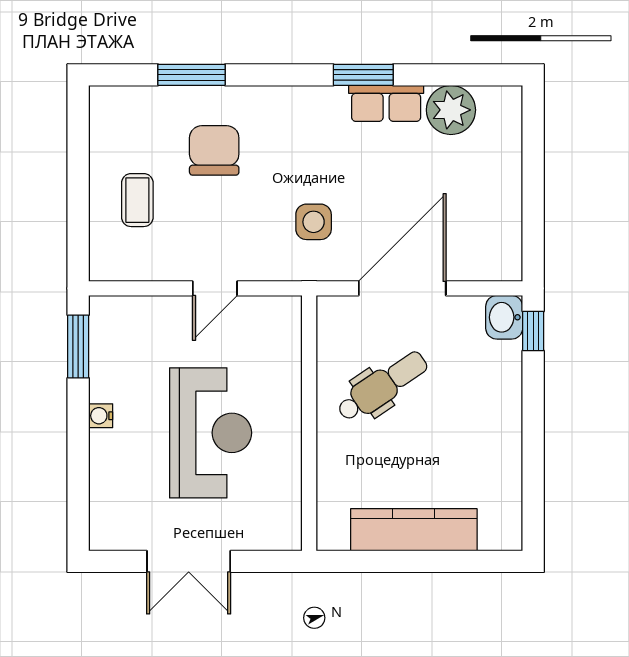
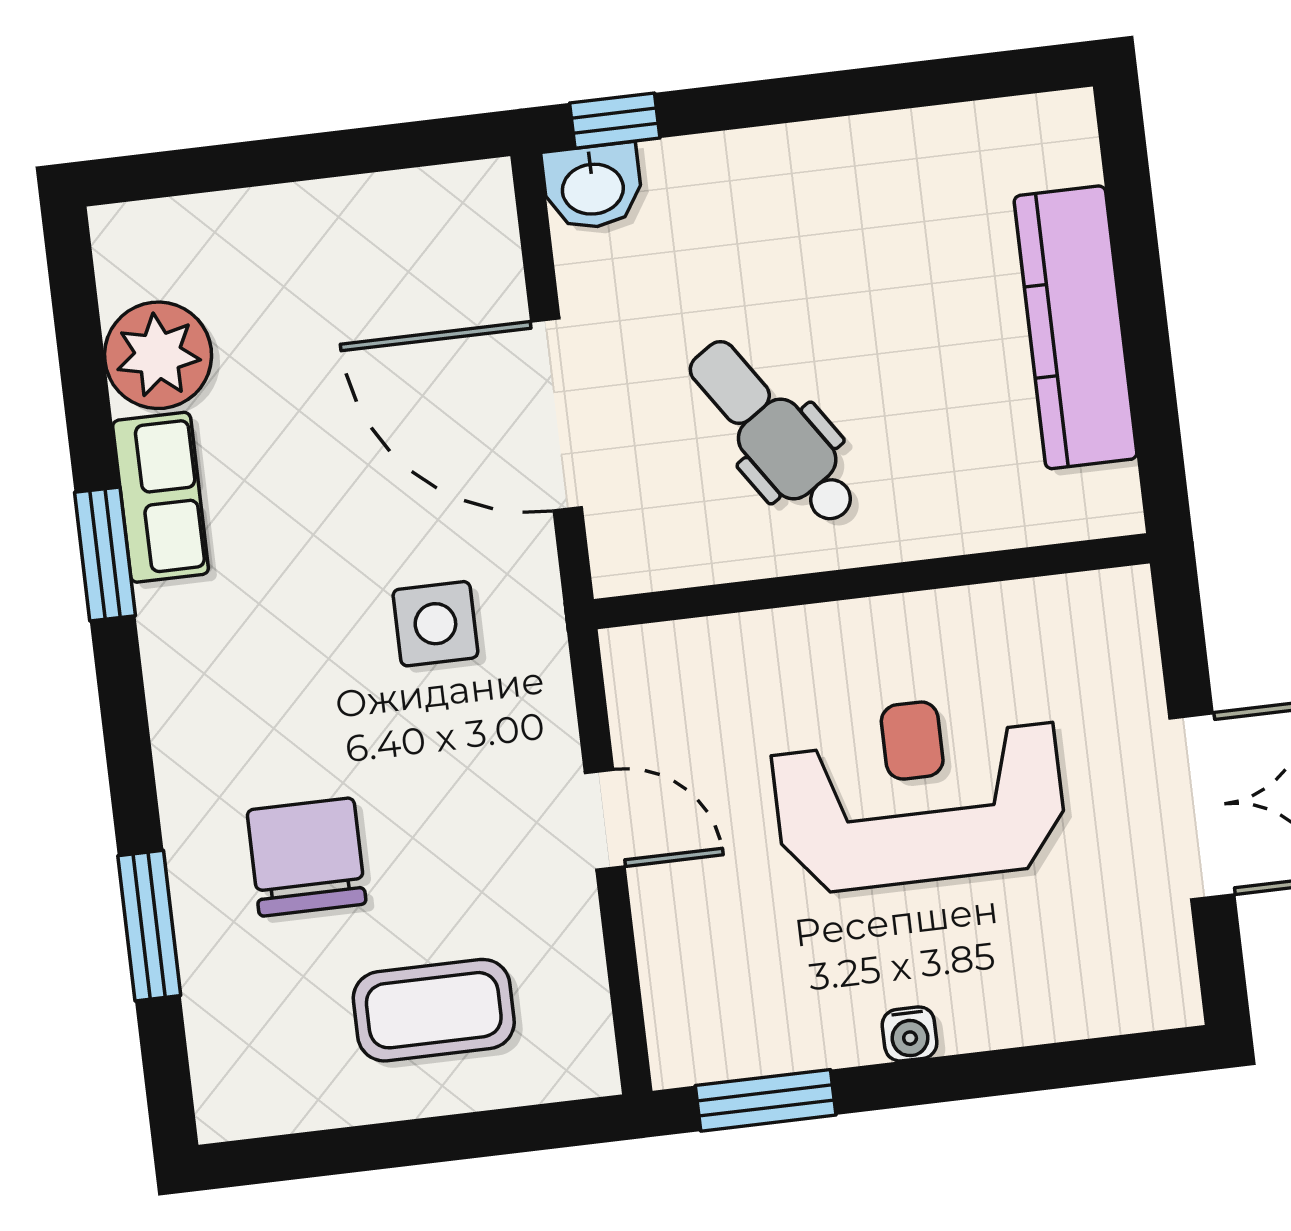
chair: (214, 150) -> (306, 857), turned 90
coffee table: (137, 200) -> (434, 1010), width x1.36, depth x1.30

